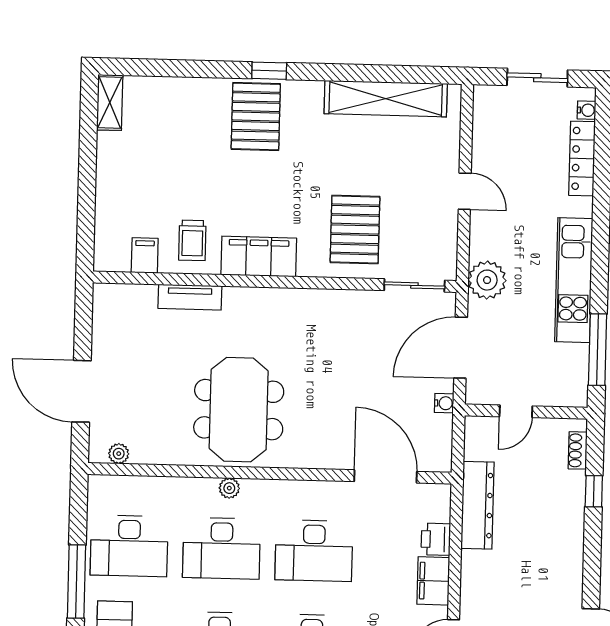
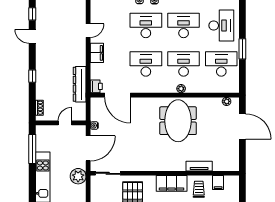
window: (594, 491) -> (32, 76), moved
printer: (436, 539) -> (96, 86), moved
window: (77, 581) -> (242, 49), width x0.69

